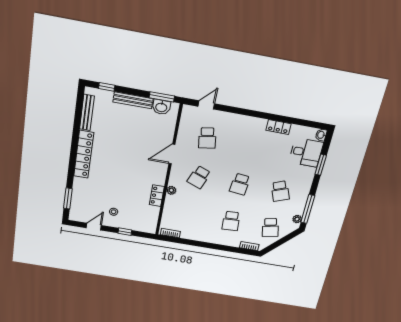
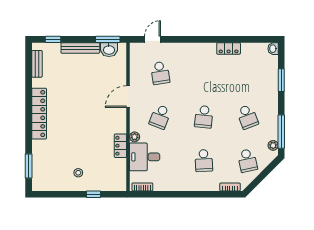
bench: (87, 112) -> (37, 64), width x0.73
desk: (306, 152) -> (145, 157), moved, turned 180
door: (94, 227) -> (60, 194), removed

